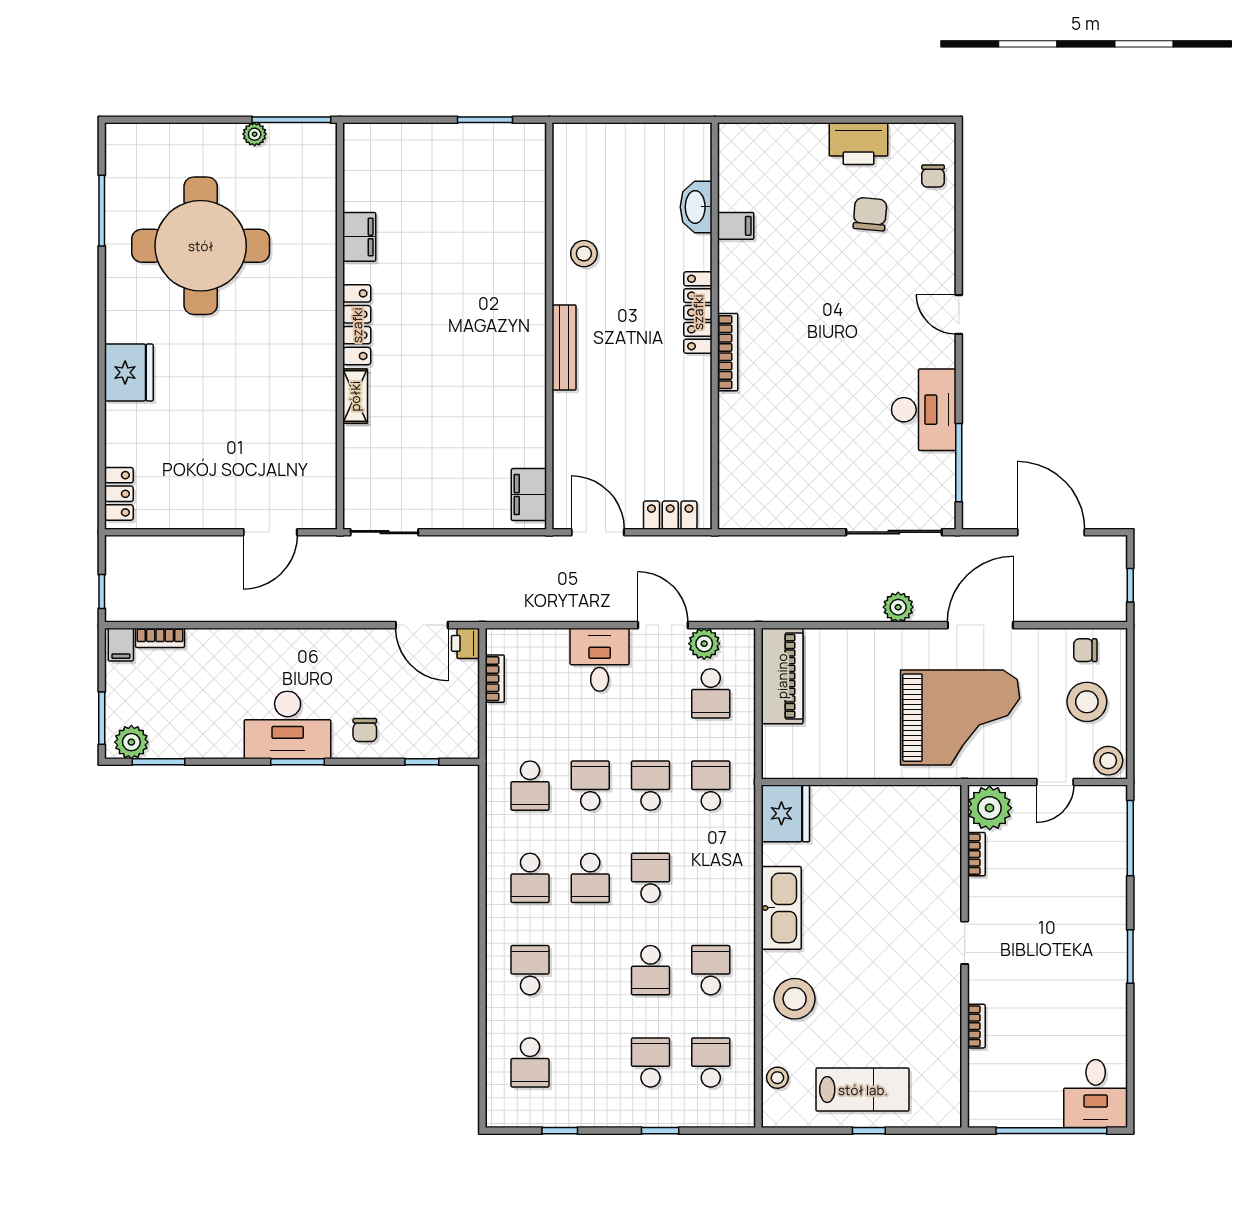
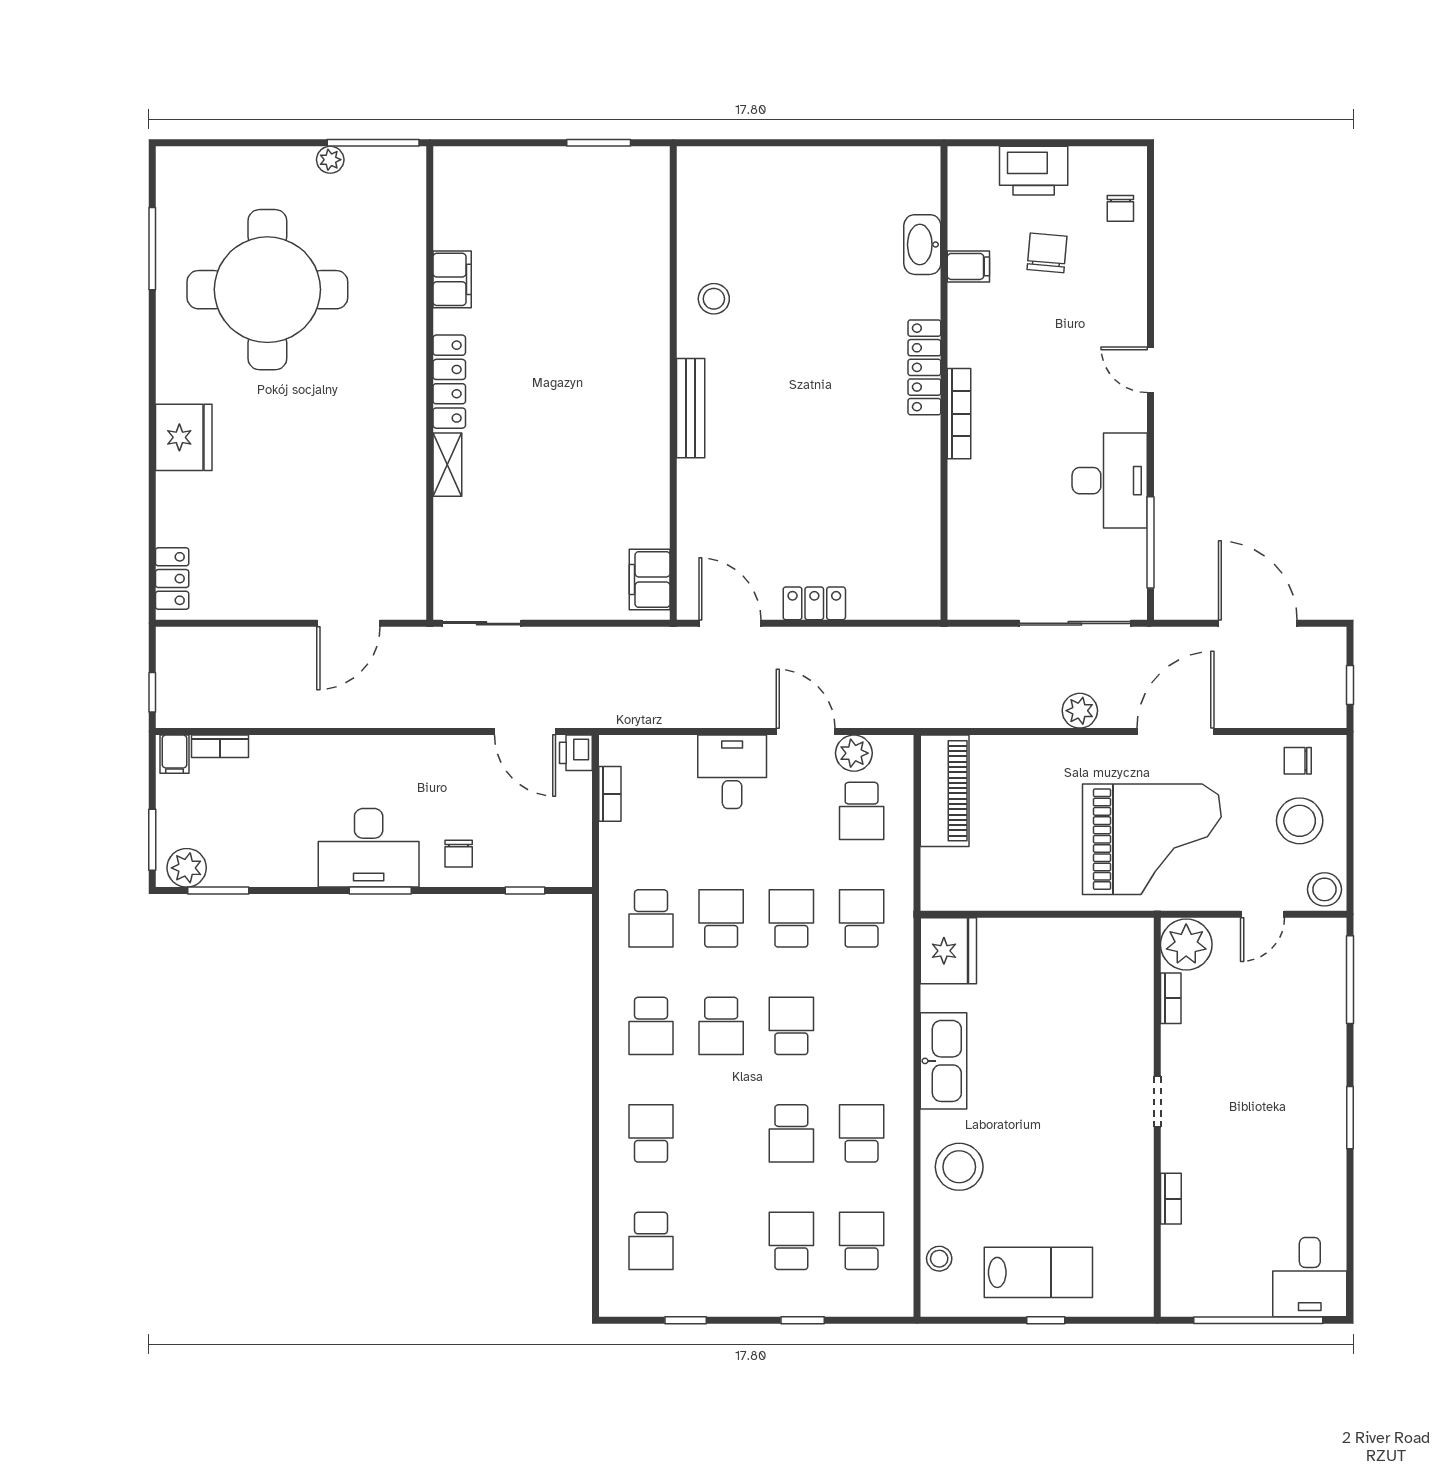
washbasin: (696, 207) -> (922, 245), moved
filing cabinet: (736, 226) -> (968, 266), moved
locker: (698, 312) -> (924, 367), moved
wall: (715, 326) -> (944, 383), moved
bookcase: (728, 352) -> (959, 414), moved

